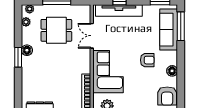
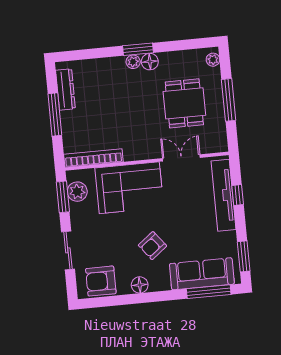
plant: (26, 22) -> (133, 62), moved
armchair: (147, 60) -> (152, 246), turned 52

